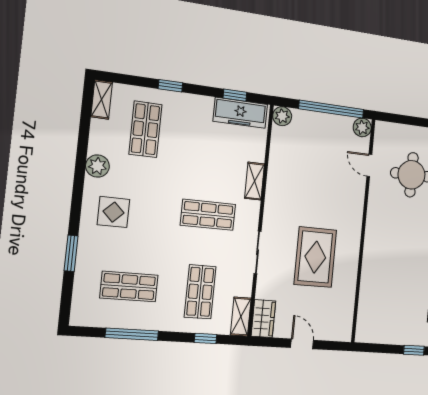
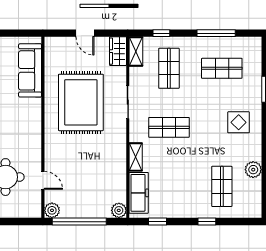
shelving: (102, 100) -> (255, 204), removed
freezer: (240, 113) -> (139, 193), moved, turned 90
plant: (97, 166) -> (253, 170), moved
rug: (315, 257) -> (81, 102), width x1.37, depth x1.44
sofa: (372, 302) -> (30, 70), added

